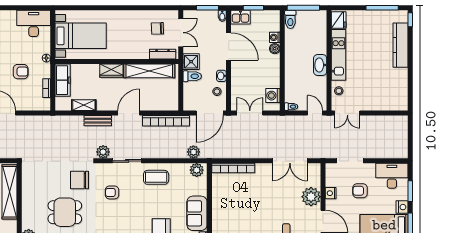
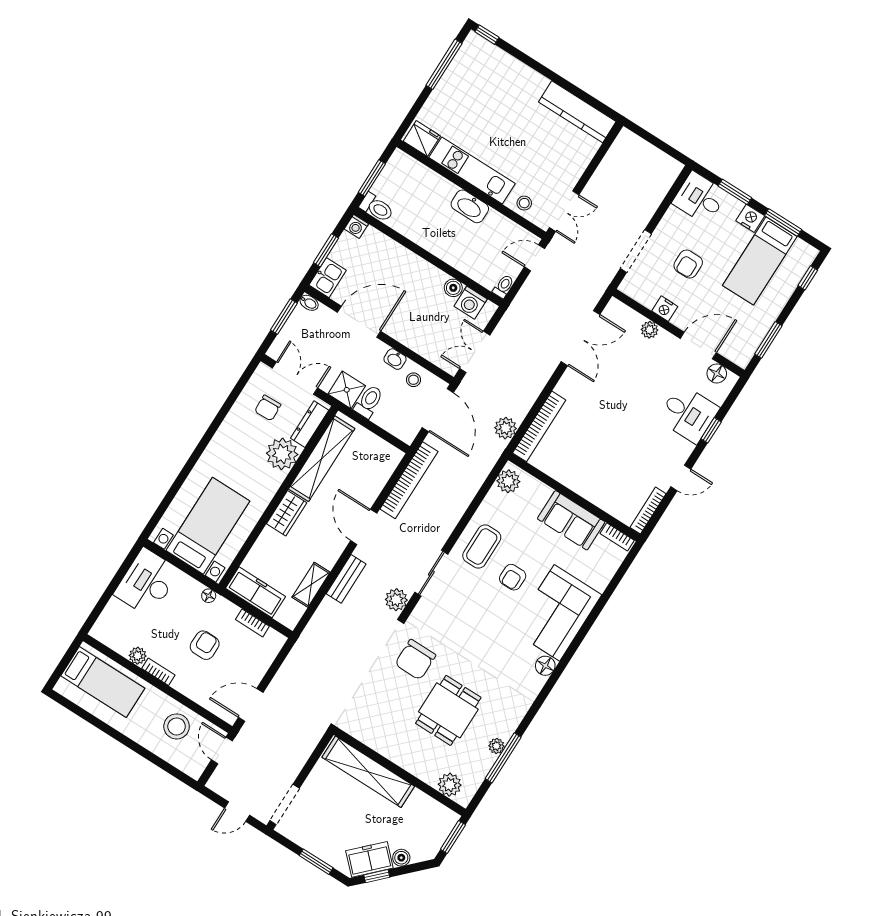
window: (303, 8) -> (372, 178), width x0.69
washing machine: (275, 37) -> (356, 226), moved
kitchen counter: (400, 45) -> (577, 112), moved
boiler: (275, 49) -> (453, 288), moved
plant: (139, 50) -> (282, 454), added
plant: (193, 152) -> (505, 428), moved
desk: (392, 176) -> (700, 198), width x0.73
armchair: (112, 192) -> (513, 577), moved
plant: (311, 197) -> (650, 330), width x0.53, depth x0.53

